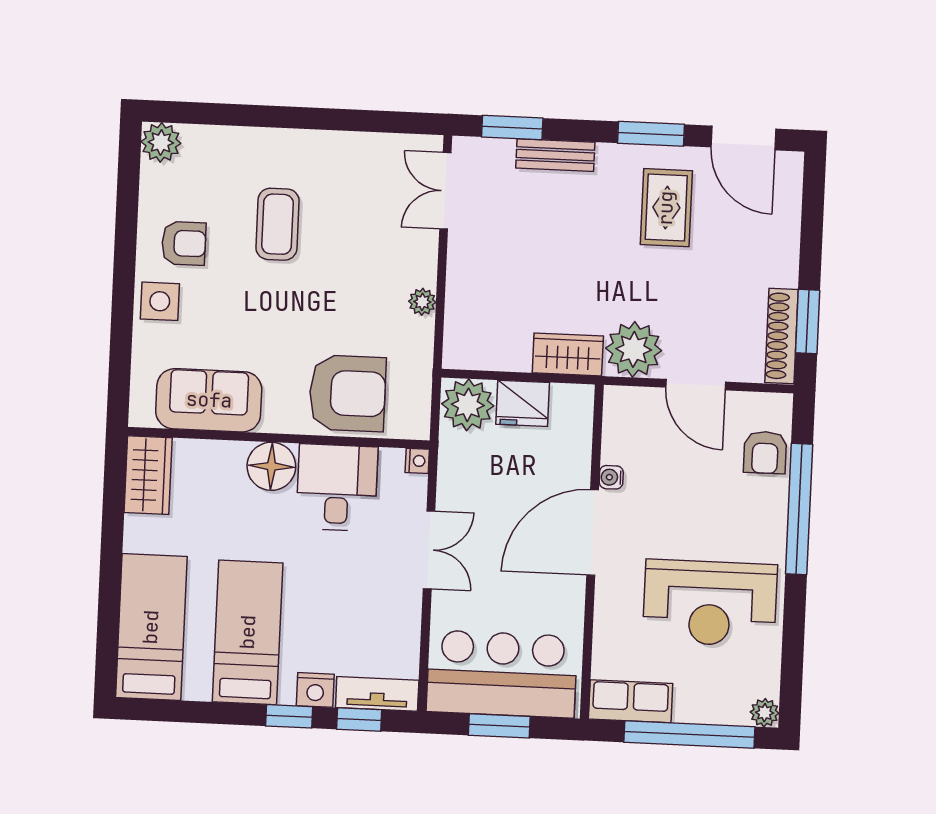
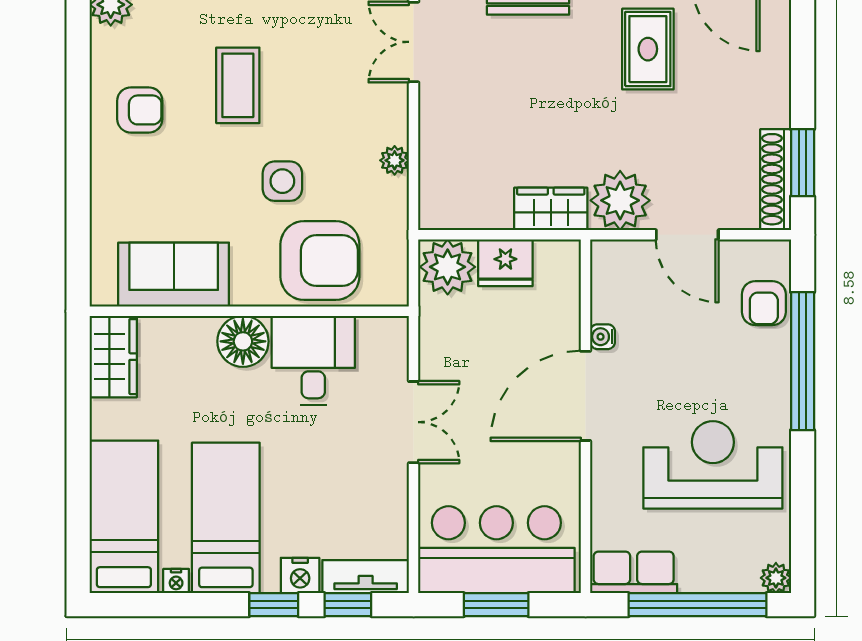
side table: (160, 301) -> (282, 181), moved
nightstand: (417, 461) -> (176, 581), moved, turned 90
reception desk: (710, 603) -> (713, 465), turned 180

